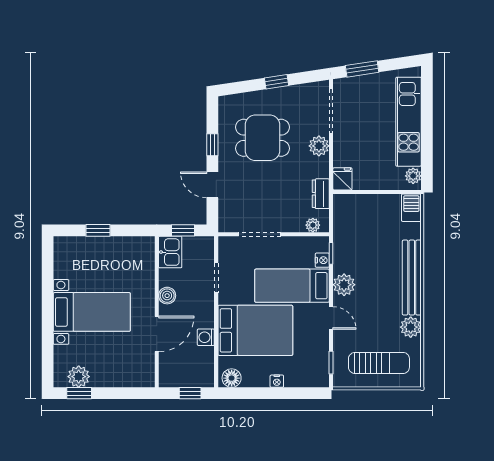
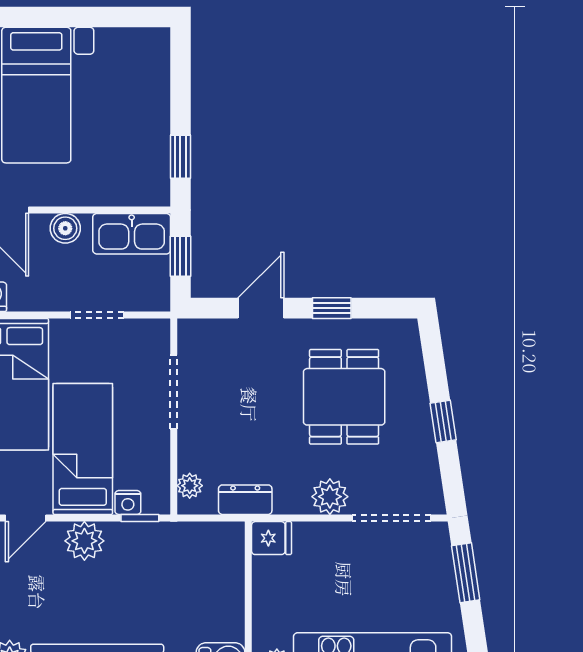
window: (98, 230) -> (180, 157), moved
kitchen sink: (170, 252) -> (132, 234), width x1.38

